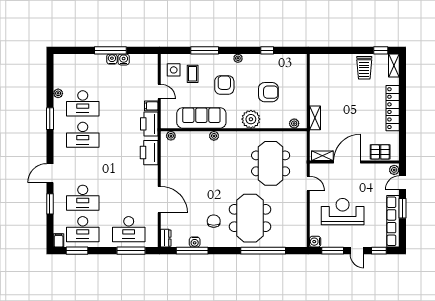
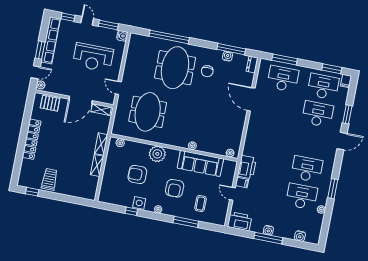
water cooler: (124, 59) -> (300, 236), moved
shelving: (394, 66) -> (97, 166), moved
side table: (174, 70) -> (139, 203), moved
printer: (149, 153) -> (240, 221), moved, turned -90

